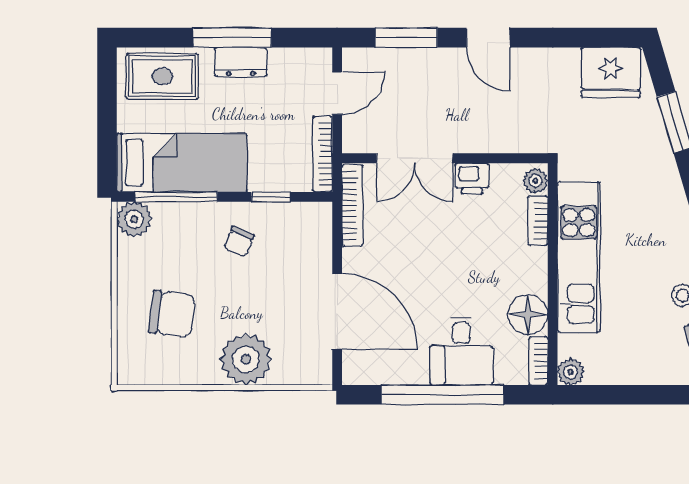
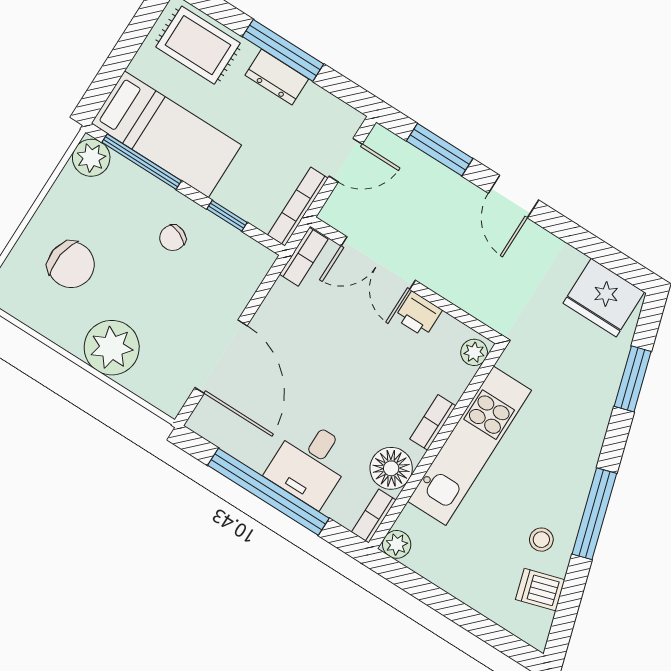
bookcase: (352, 205) -> (304, 257), width x0.64
bookcase: (538, 221) -> (433, 422), moved

